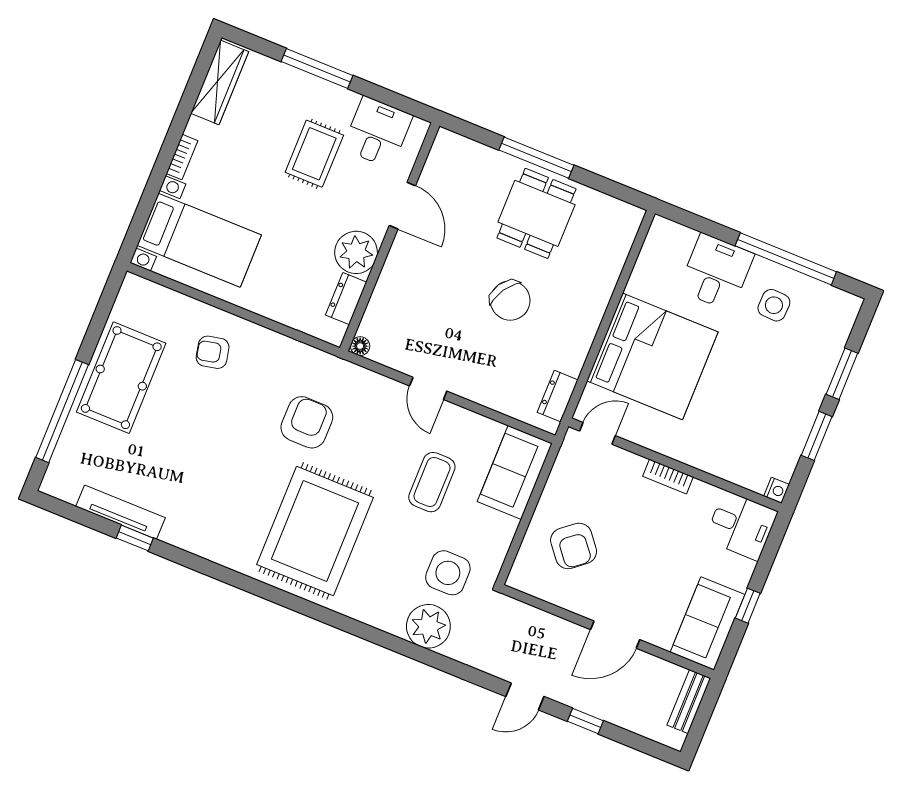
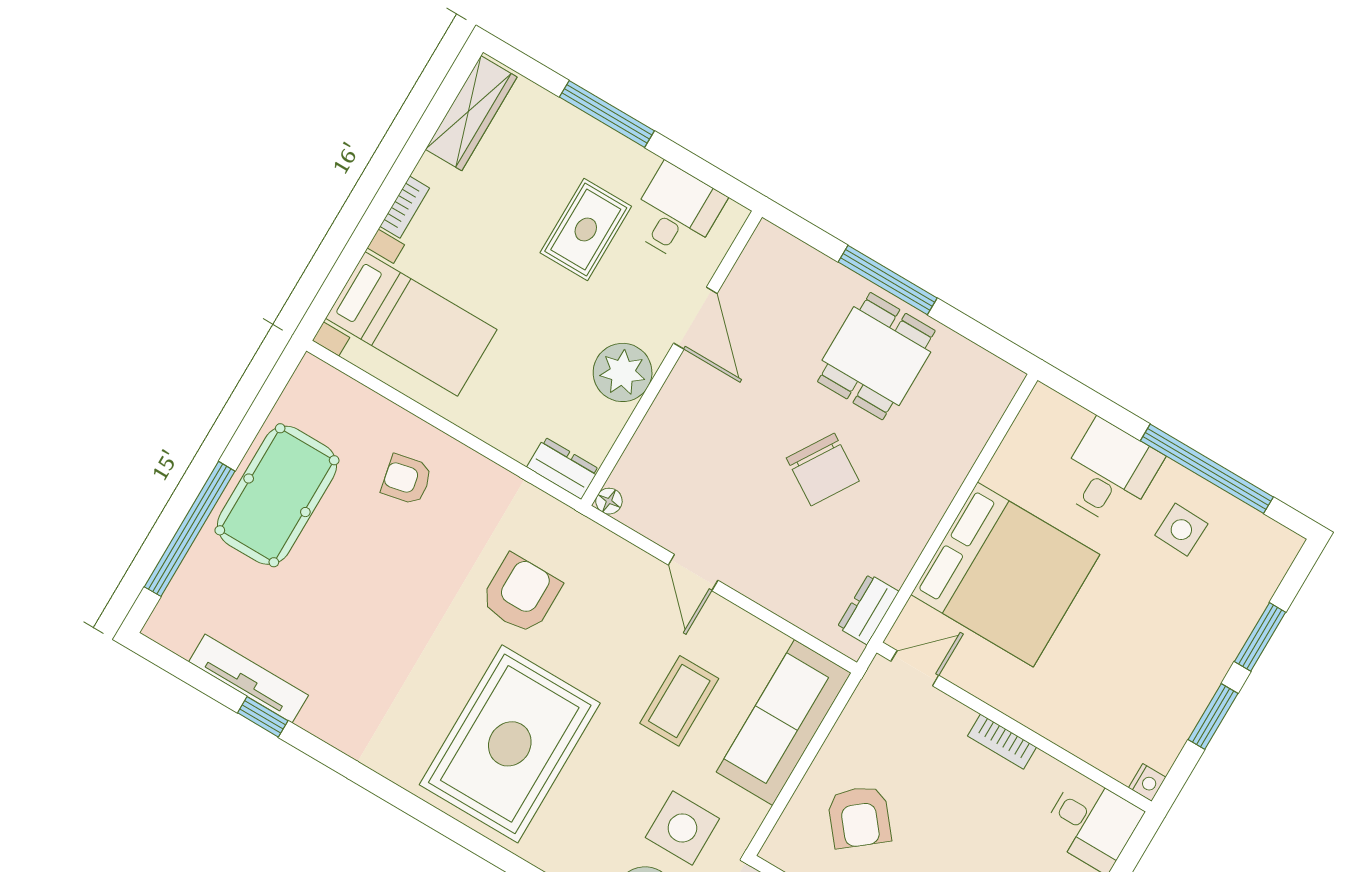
dresser: (346, 299) -> (563, 468), moved, turned 90
sofa: (515, 473) -> (784, 722), width x1.36

